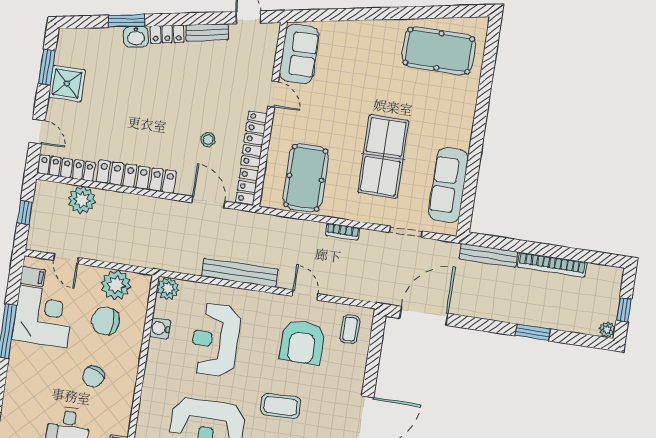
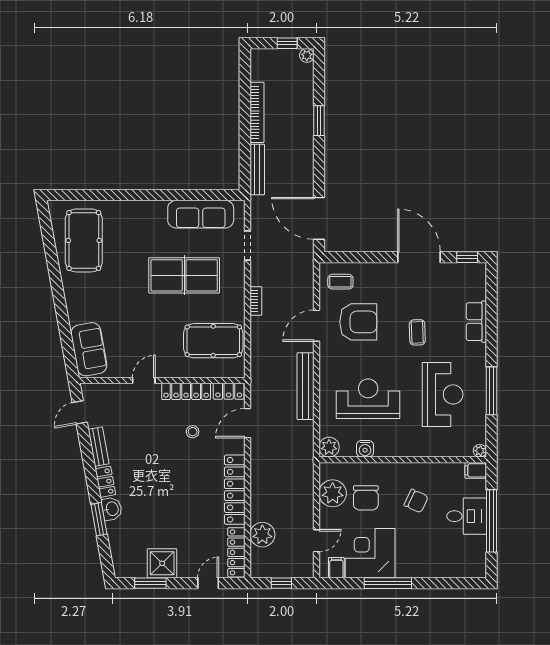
sofa: (299, 54) -> (89, 349), moved, turned 80
door: (305, 295) -> (316, 326), width x1.37
reception desk: (215, 340) -> (368, 399), turned 180
coffee table: (281, 406) -> (417, 332), width x0.73, depth x0.77

